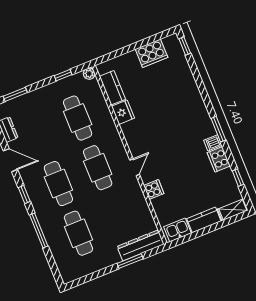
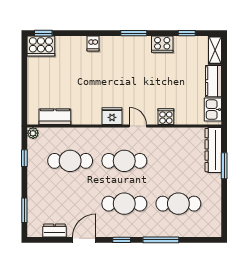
cooker: (151, 53) -> (41, 46), moved, turned 90
fridge: (123, 112) -> (112, 116), moved
dishwasher: (213, 143) -> (93, 44), moved

